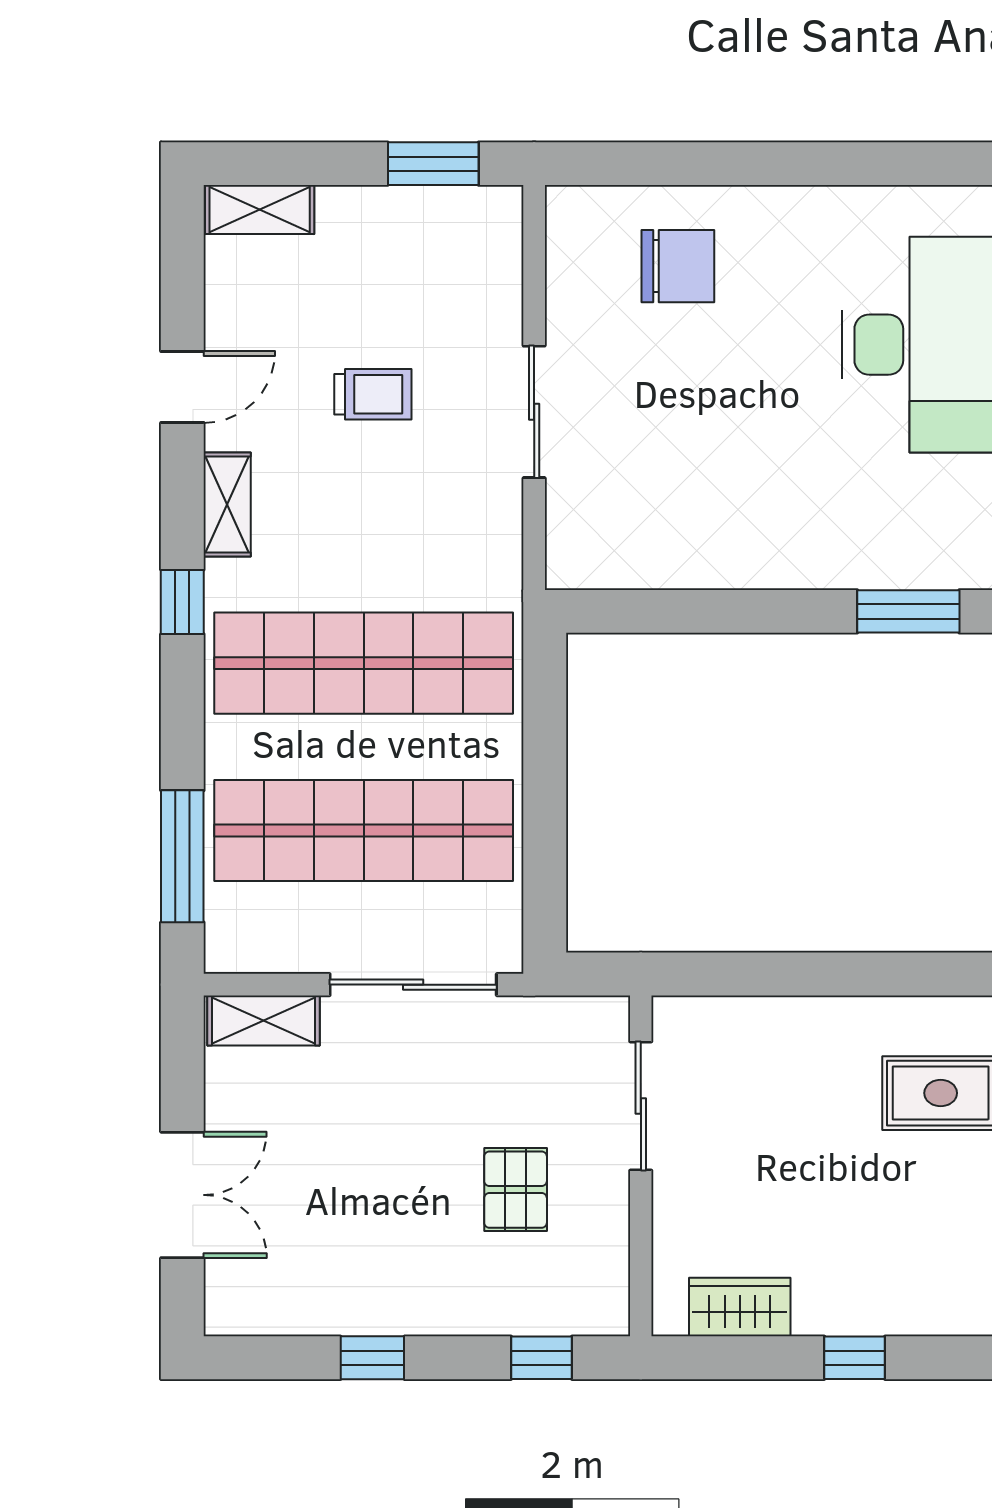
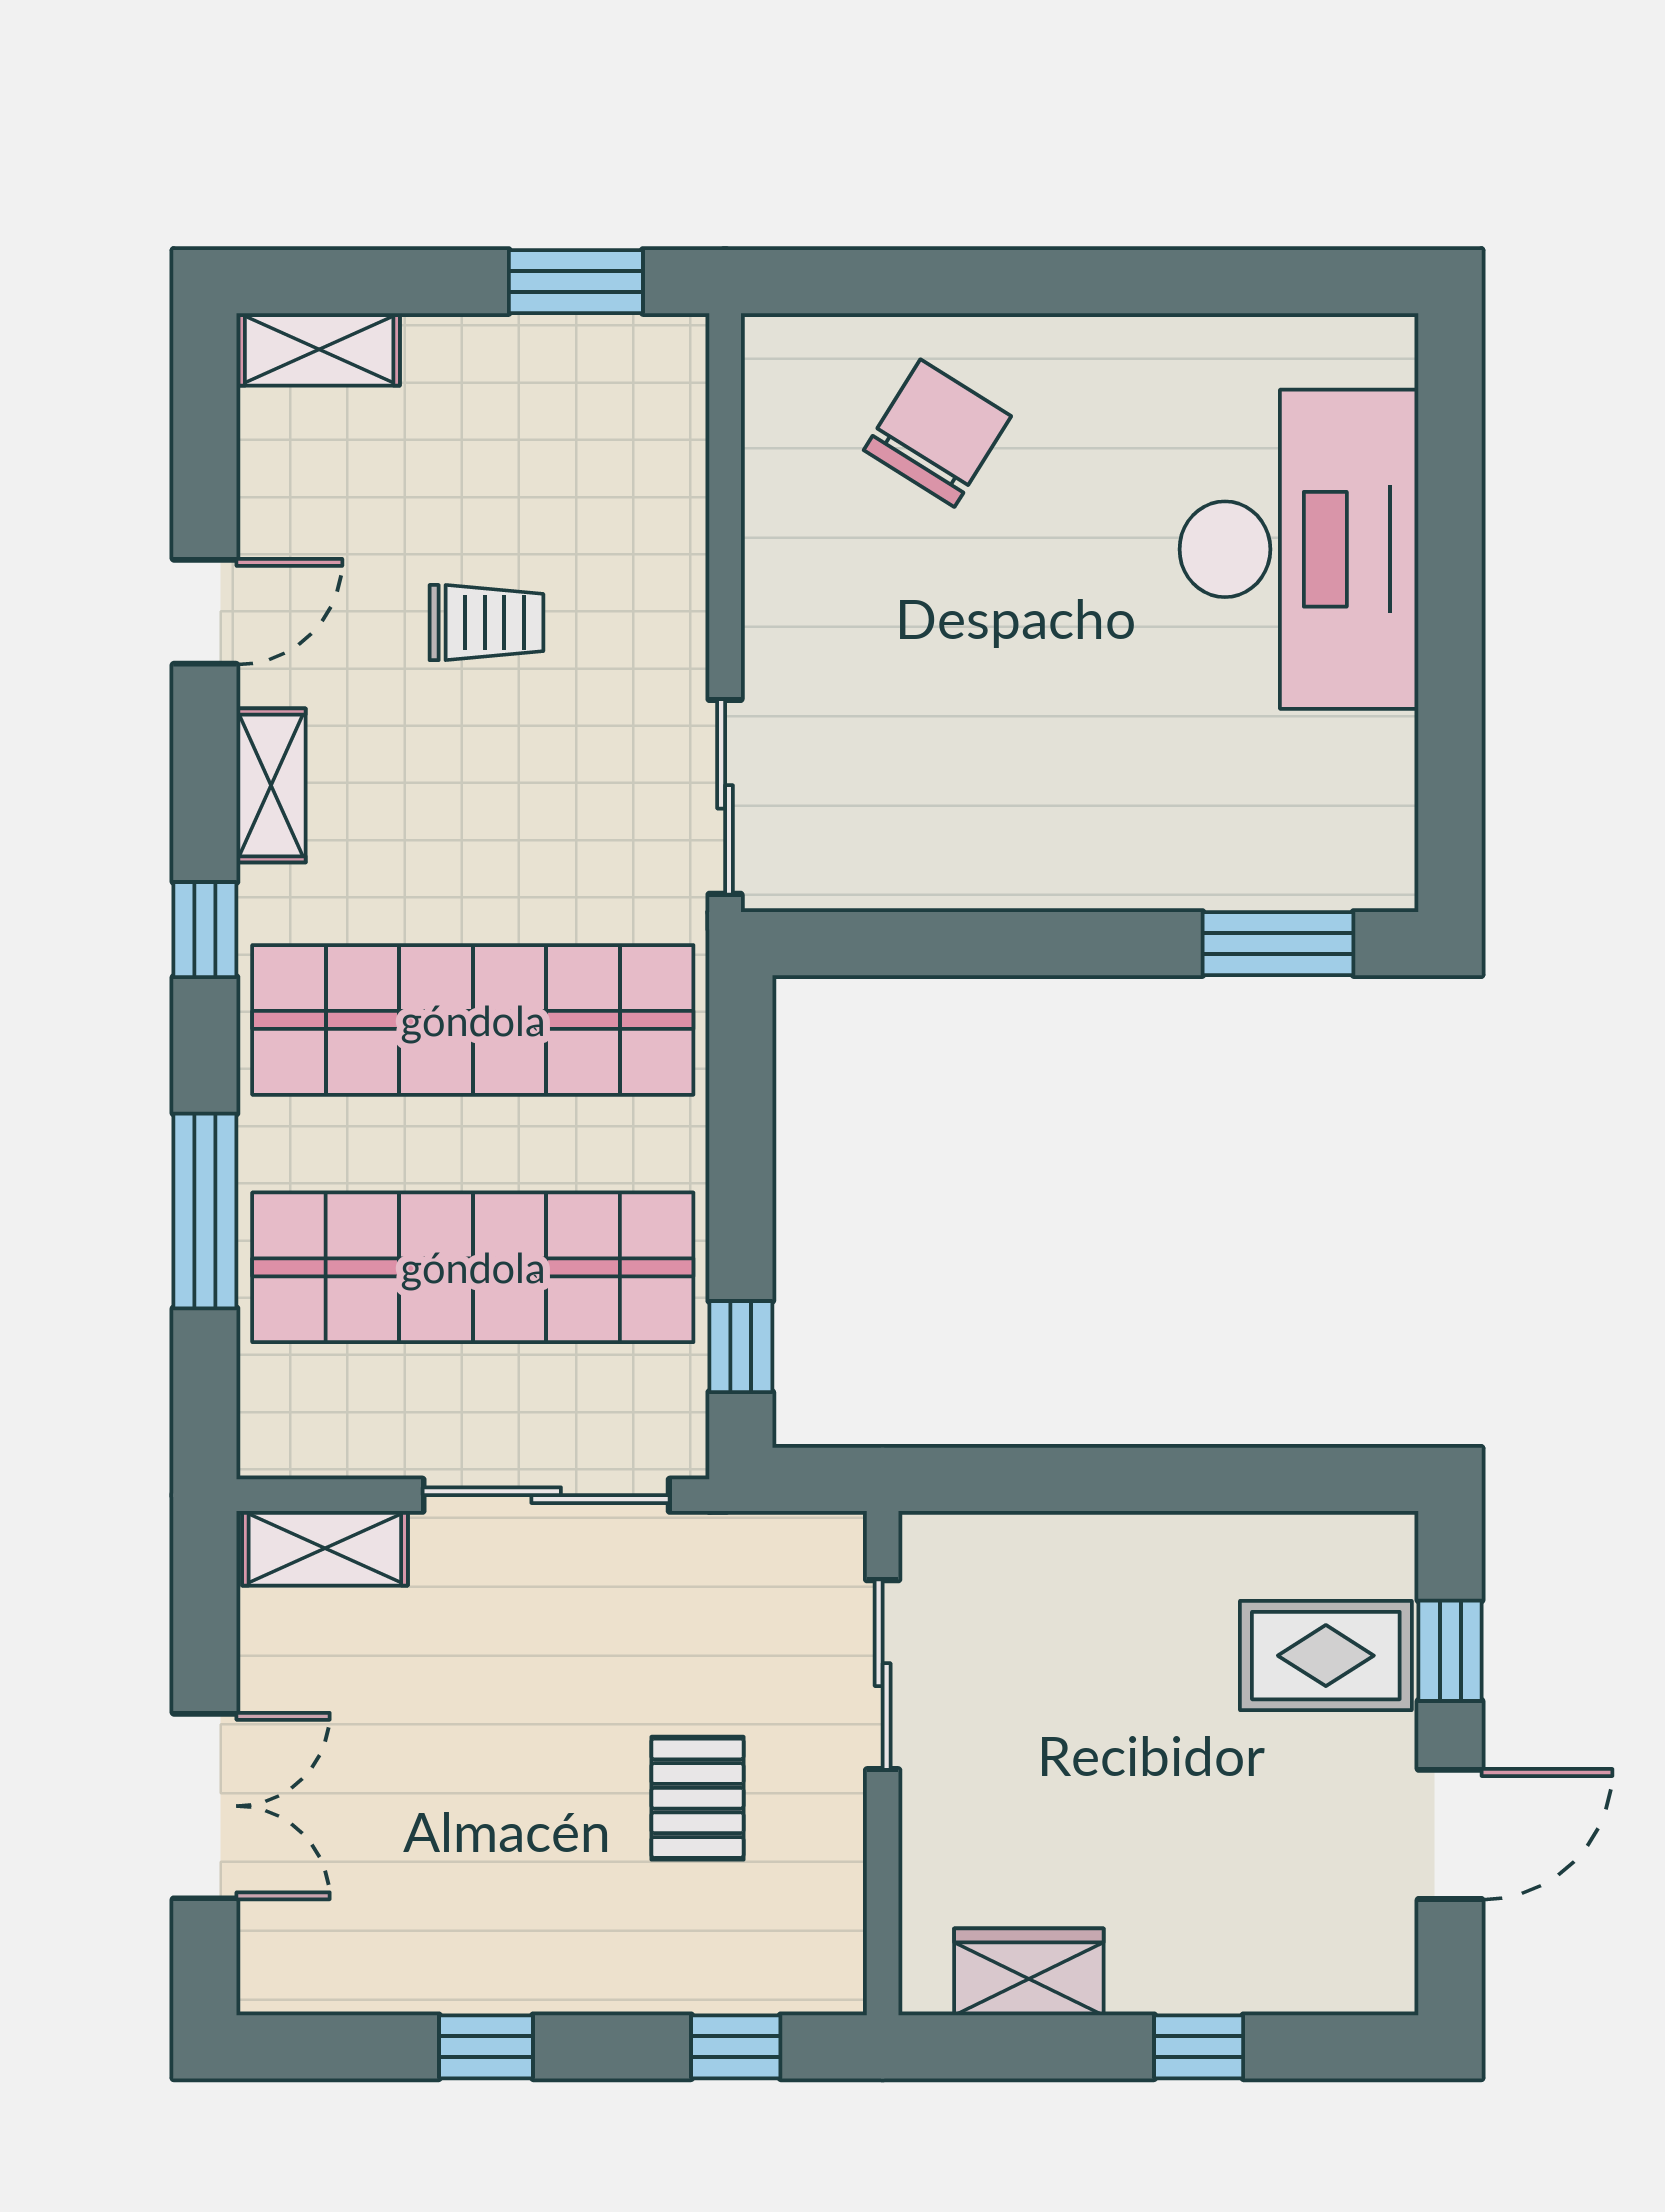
chair: (678, 266) -> (937, 433), turned -58
sliding door: (534, 412) -> (725, 797), moved
window: (182, 856) -> (205, 1211), moved
window: (545, 884) -> (741, 1347), added

